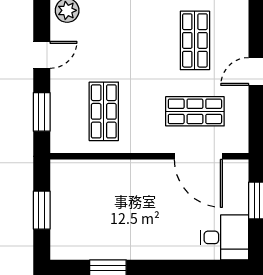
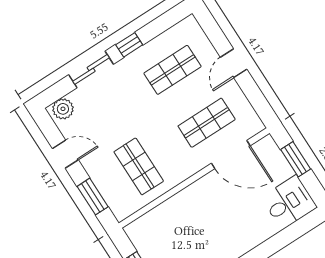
shop shelf: (195, 40) -> (173, 70), turned 90
door: (42, 55) -> (65, 154), hinge flipped

